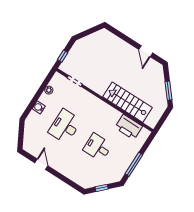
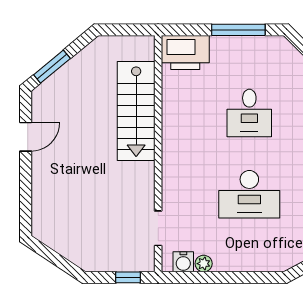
window: (168, 91) -> (52, 67), moved
water cooler: (39, 107) -> (183, 262), moved
printer: (129, 127) -> (185, 52), moved, turned 90

